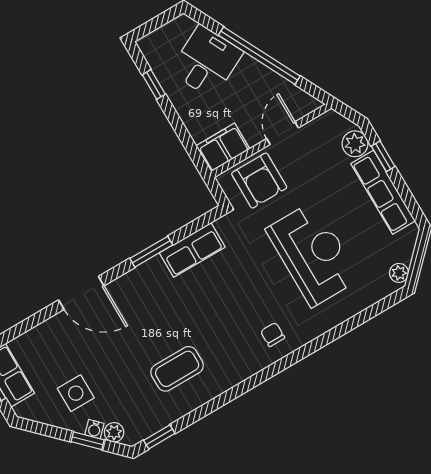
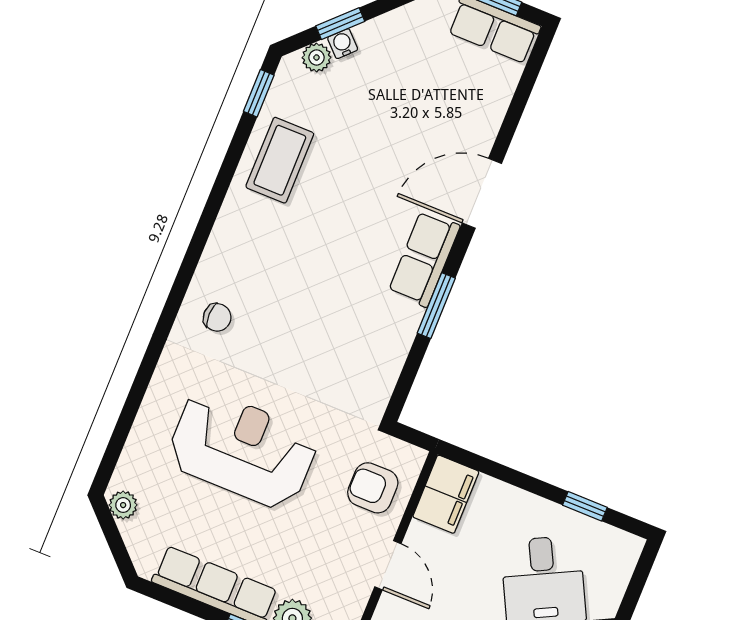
armchair: (259, 181) -> (373, 488), width x0.72, depth x0.72
row of seats: (192, 250) -> (424, 259), moved
reception desk: (313, 254) -> (242, 449), turned 180
coffee table: (177, 369) -> (280, 160), moved
side table: (76, 393) -> (397, 69), removed

